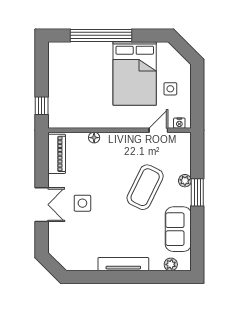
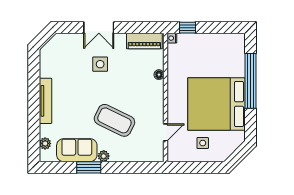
bed: (135, 74) -> (216, 104), width x1.36
nightstand: (179, 123) -> (172, 38), moved
door: (158, 130) -> (166, 132), hinge flipped
plant: (185, 181) -> (104, 156), moved
window: (197, 192) -> (89, 167), moved

